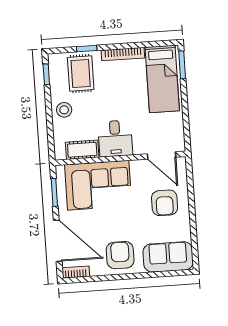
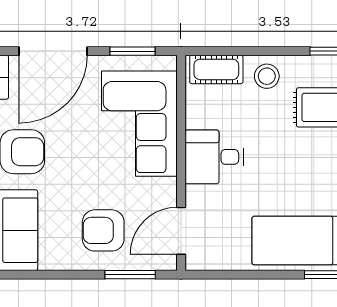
cot: (82, 150) -> (216, 69), moved, turned 90
window: (190, 185) -> (130, 275), added

